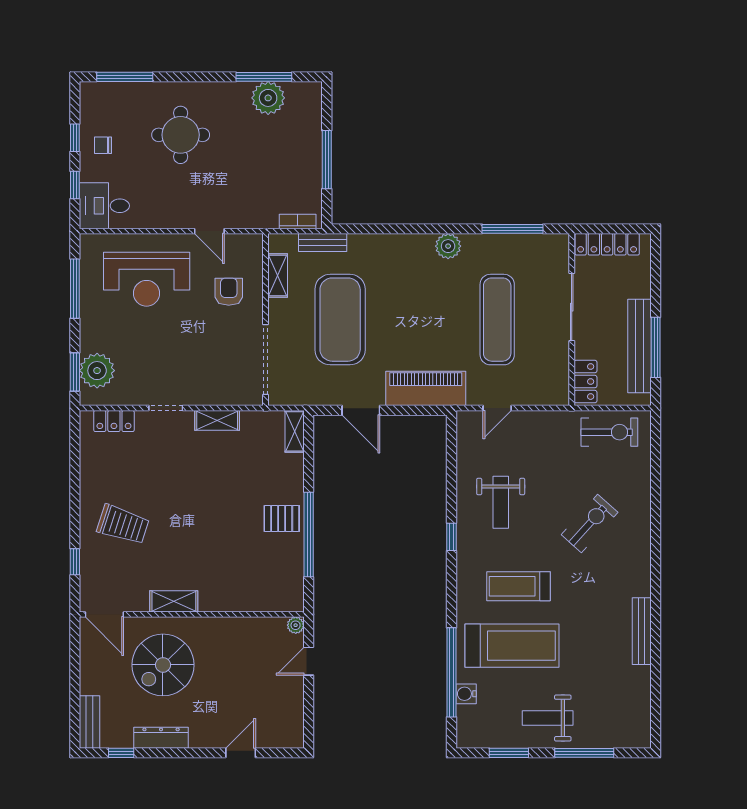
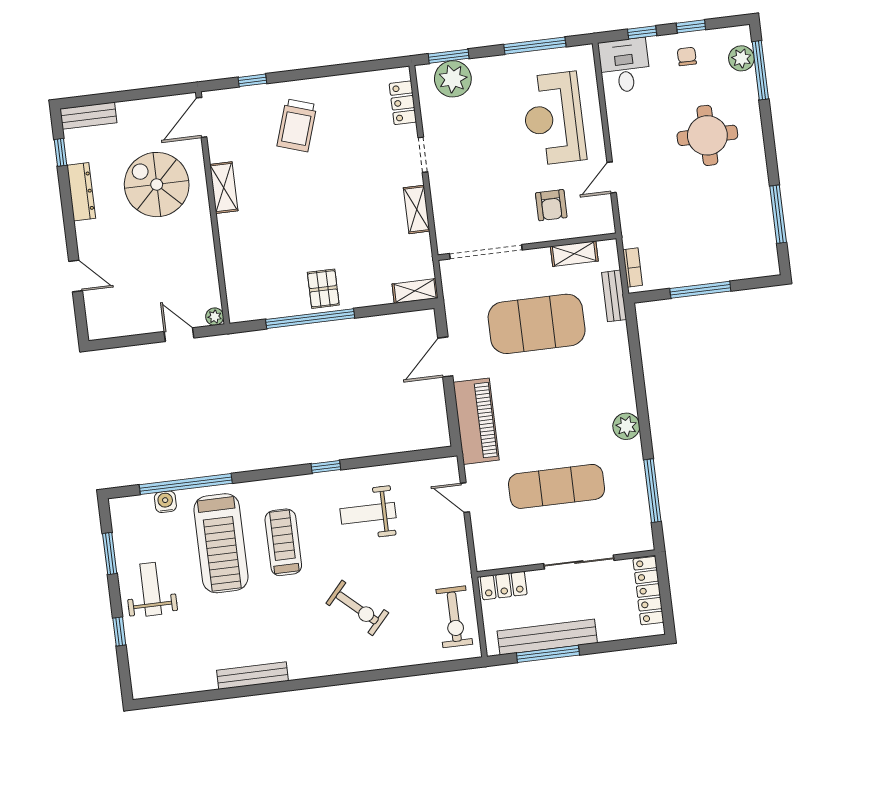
plant: (268, 98) -> (741, 58), moved, width x0.73, depth x0.73
armchair: (229, 292) -> (551, 205), turned 90
window: (584, 753) -> (119, 632), width x0.46

